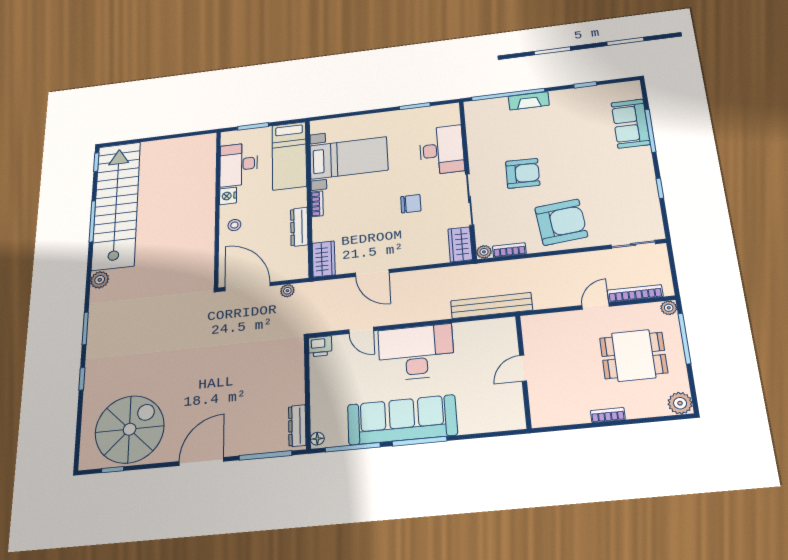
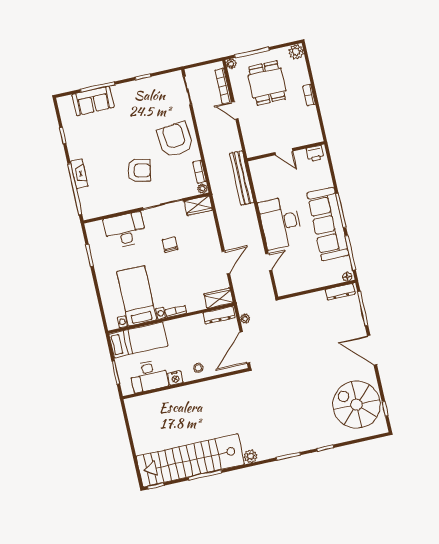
armchair: (523, 173) -> (139, 170), turned 101
dresser: (299, 227) -> (219, 315), moved
printer: (320, 346) -> (315, 154), moved, turned 90

